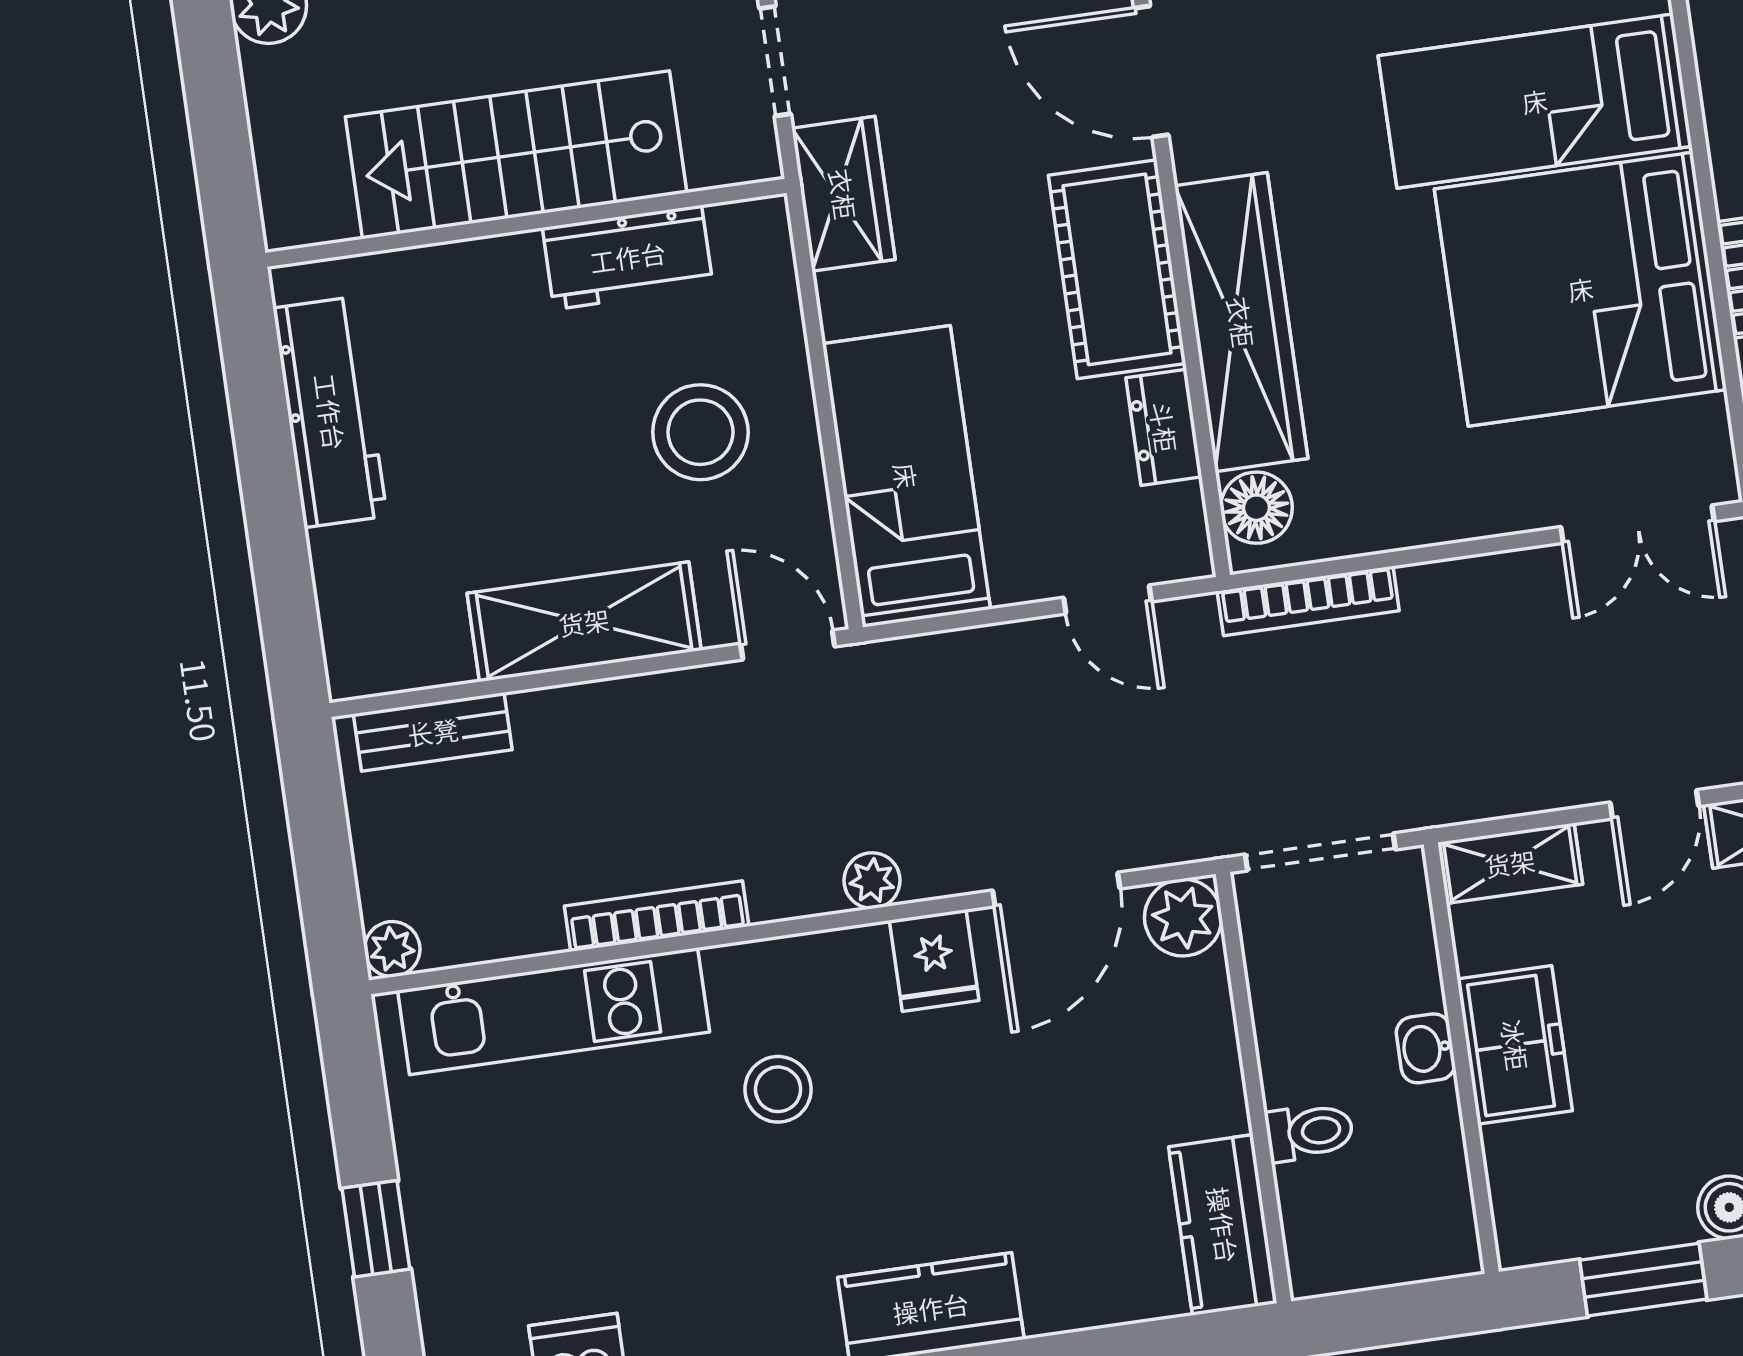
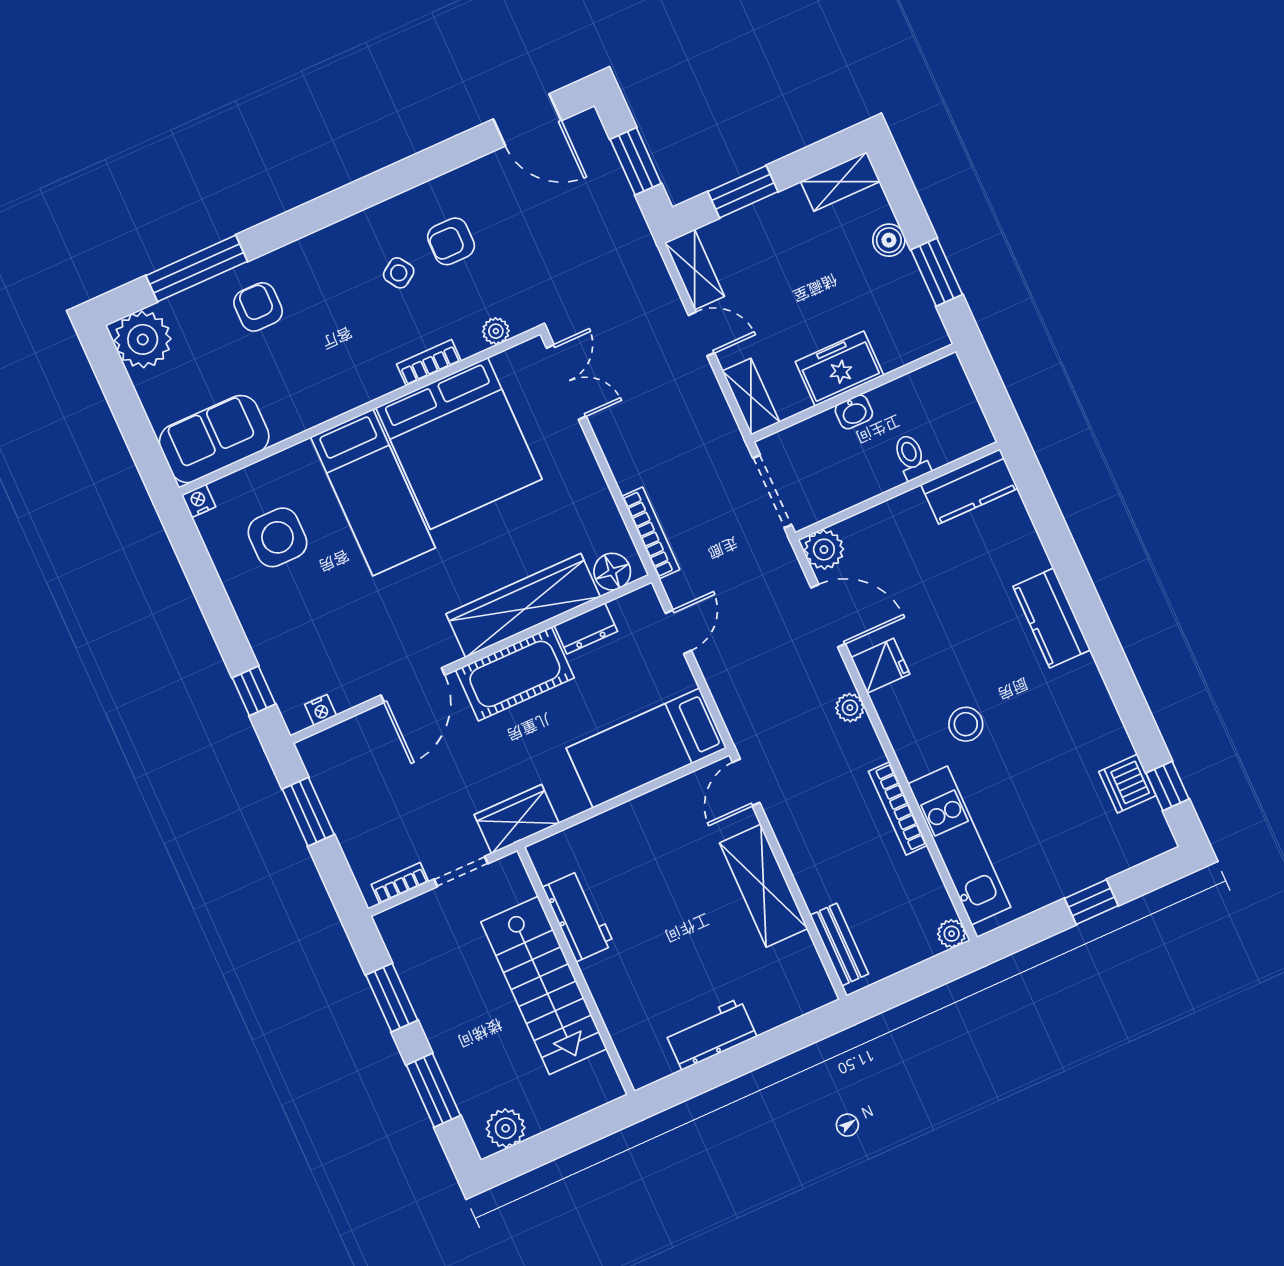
workbench: (330, 412) -> (711, 1034), width x0.73
stool: (700, 432) -> (654, 855), removed

